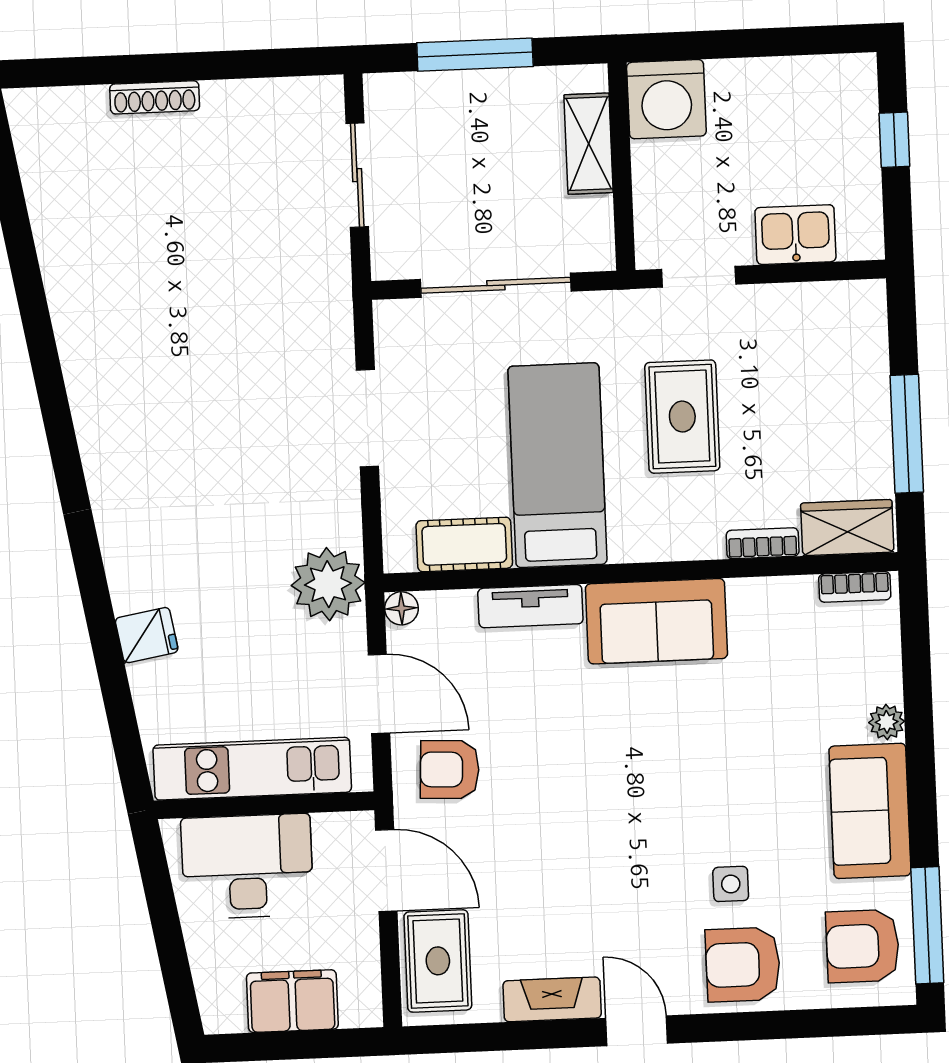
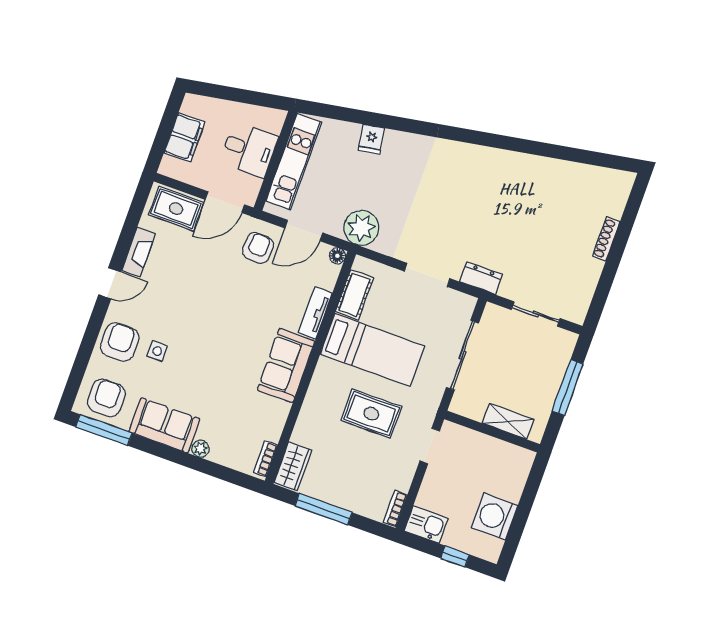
washing machine: (666, 99) -> (495, 517), moved
kitchen sink: (795, 235) -> (426, 524), moved, turned -90
dresser: (331, 311) -> (481, 278), added
bookcase: (763, 543) -> (395, 509), moved, turned 180
desk: (247, 866) -> (249, 150), width x0.73

